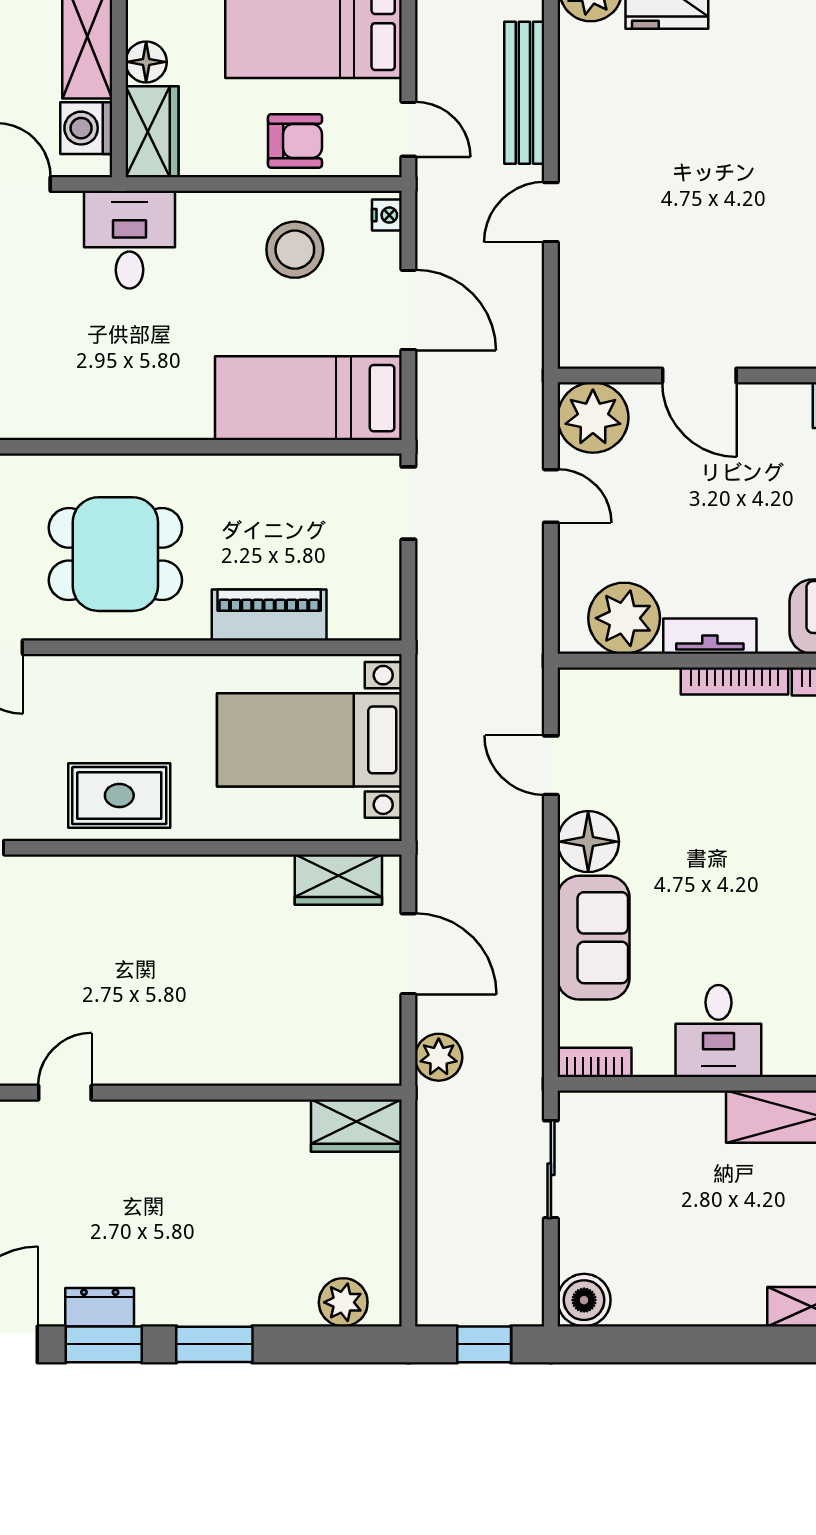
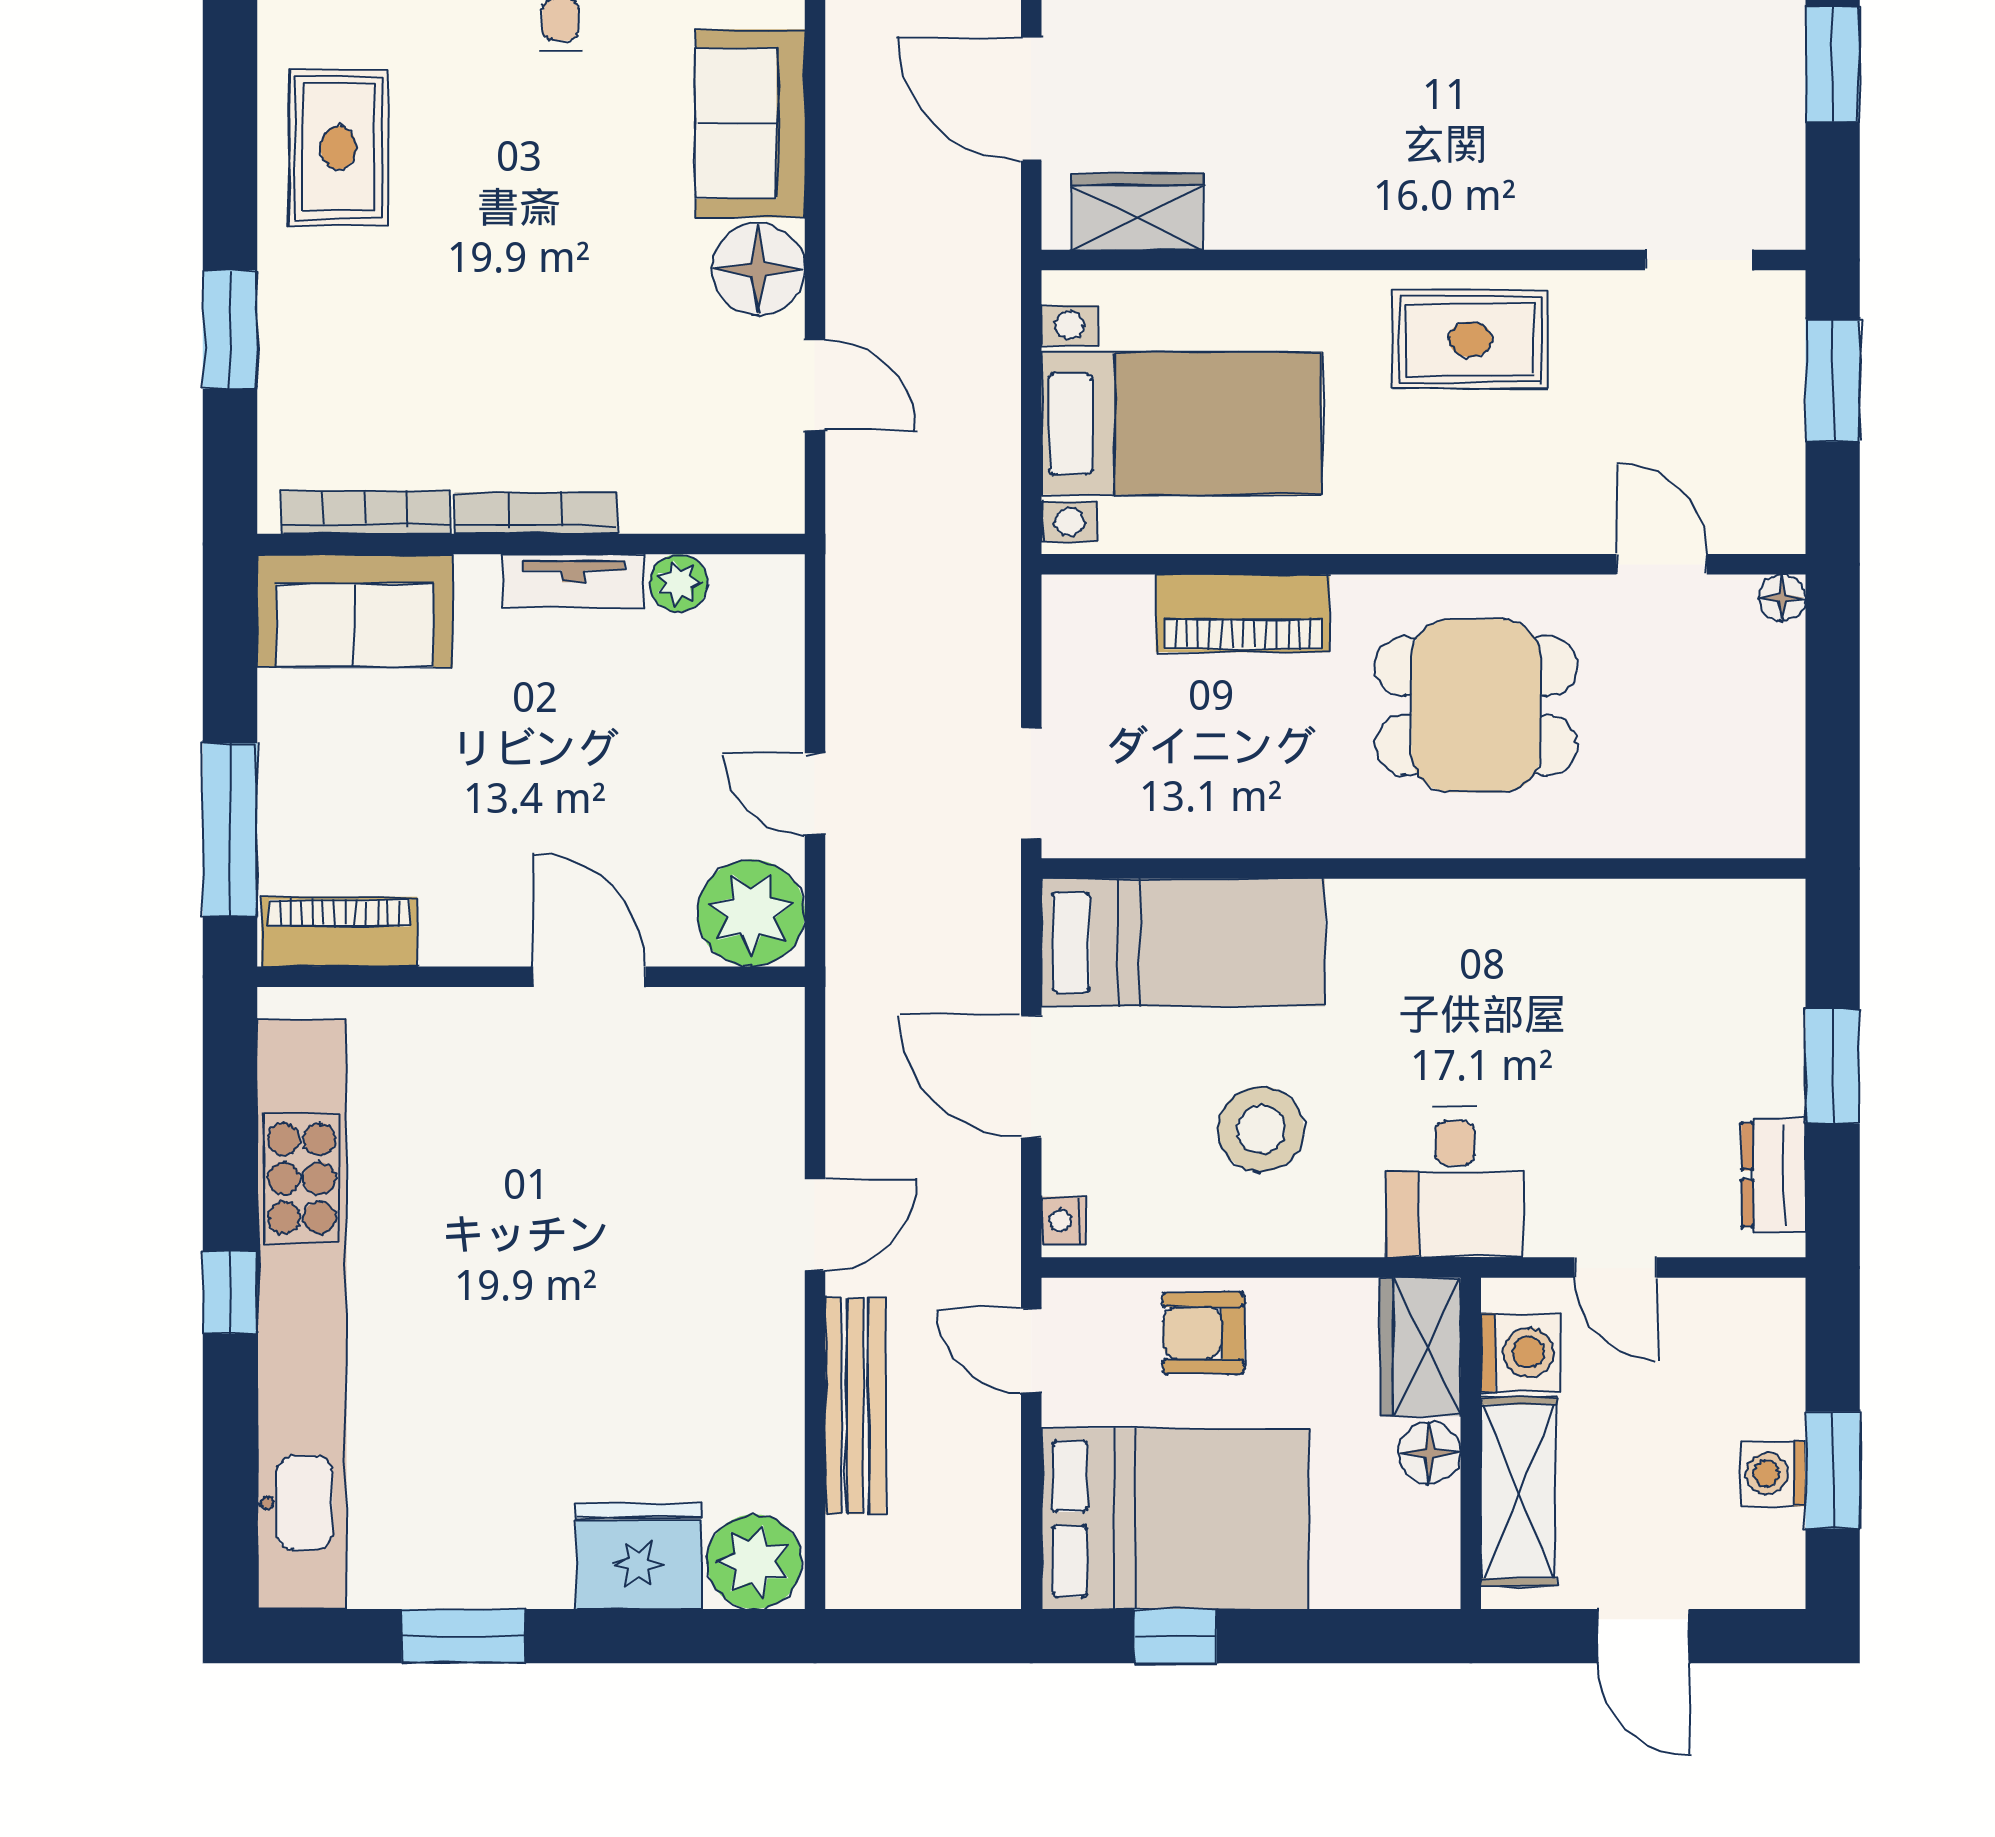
stool: (295, 250) -> (1261, 1129), moved
plant: (624, 618) -> (679, 583), width x0.53, depth x0.53

